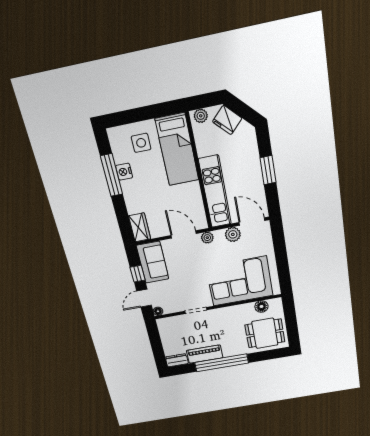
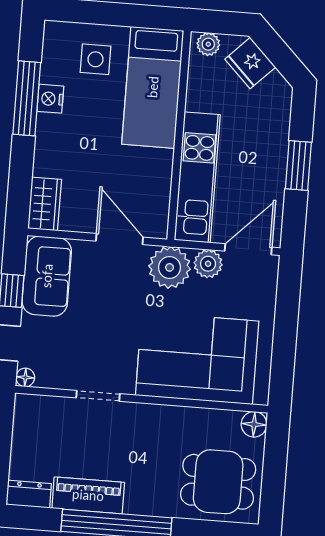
door: (252, 222) -> (248, 249), hinge flipped
plant: (207, 238) -> (170, 267), width x1.88, depth x1.88
floor lamp: (261, 306) -> (254, 424), moved

